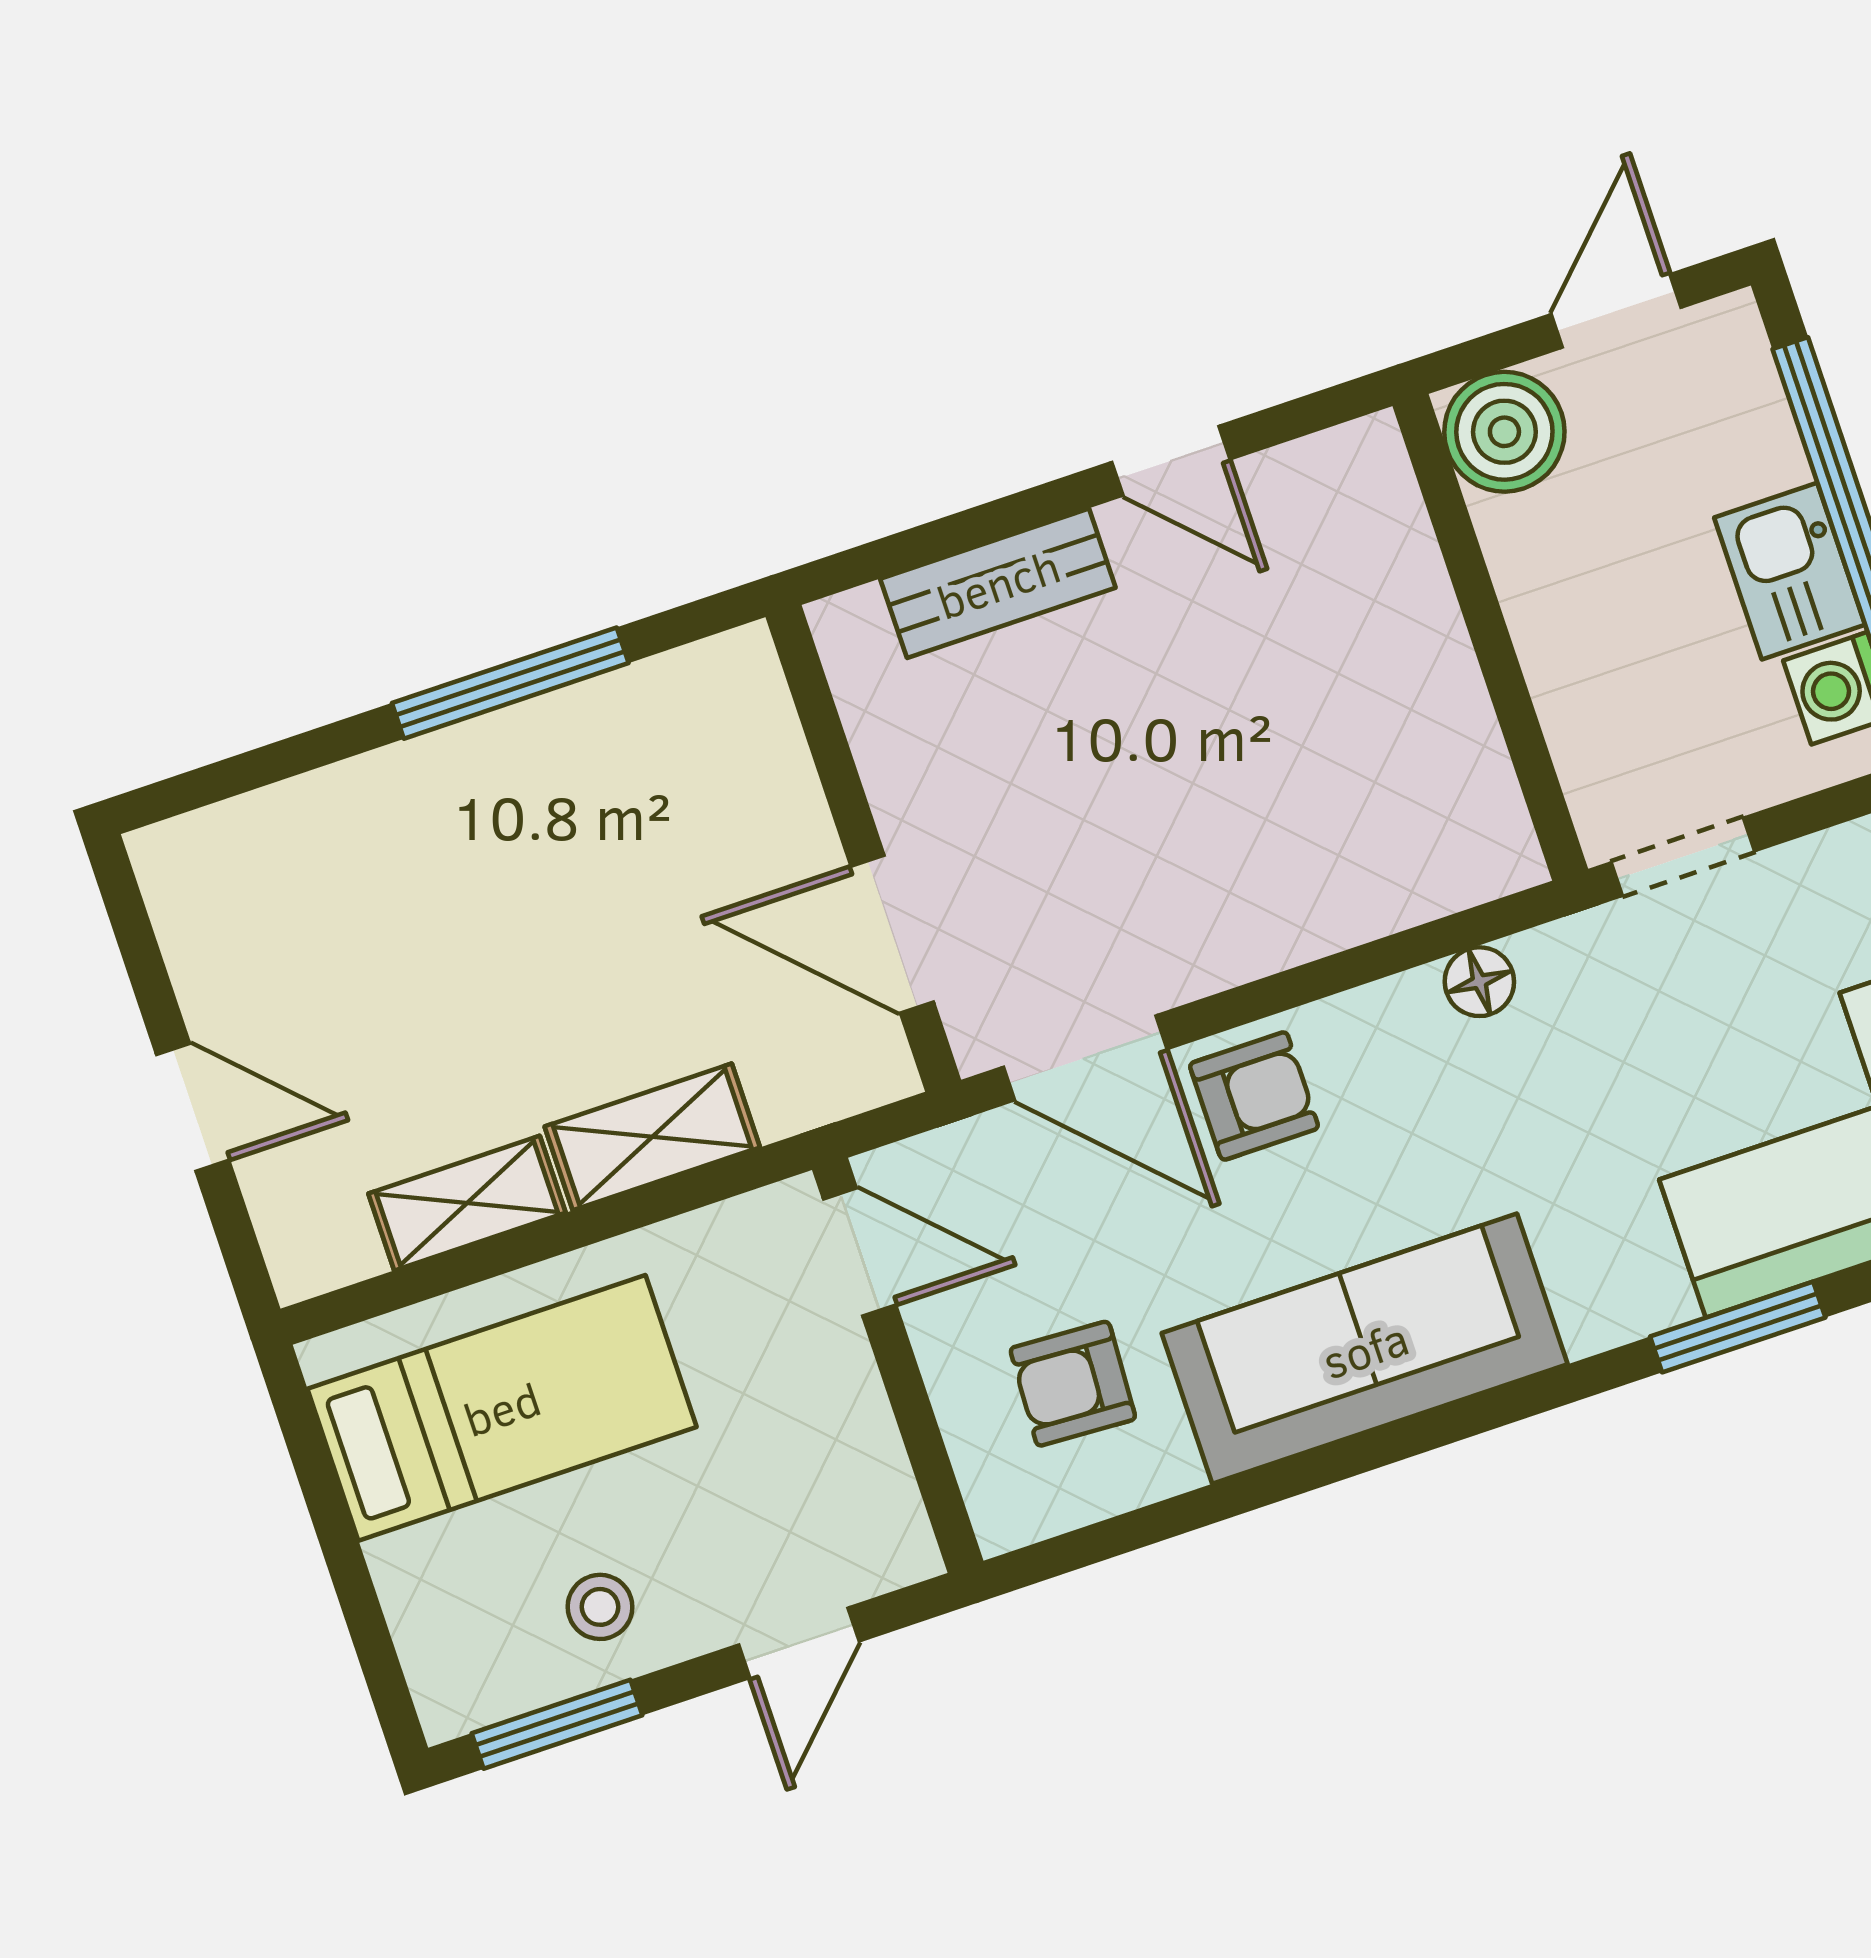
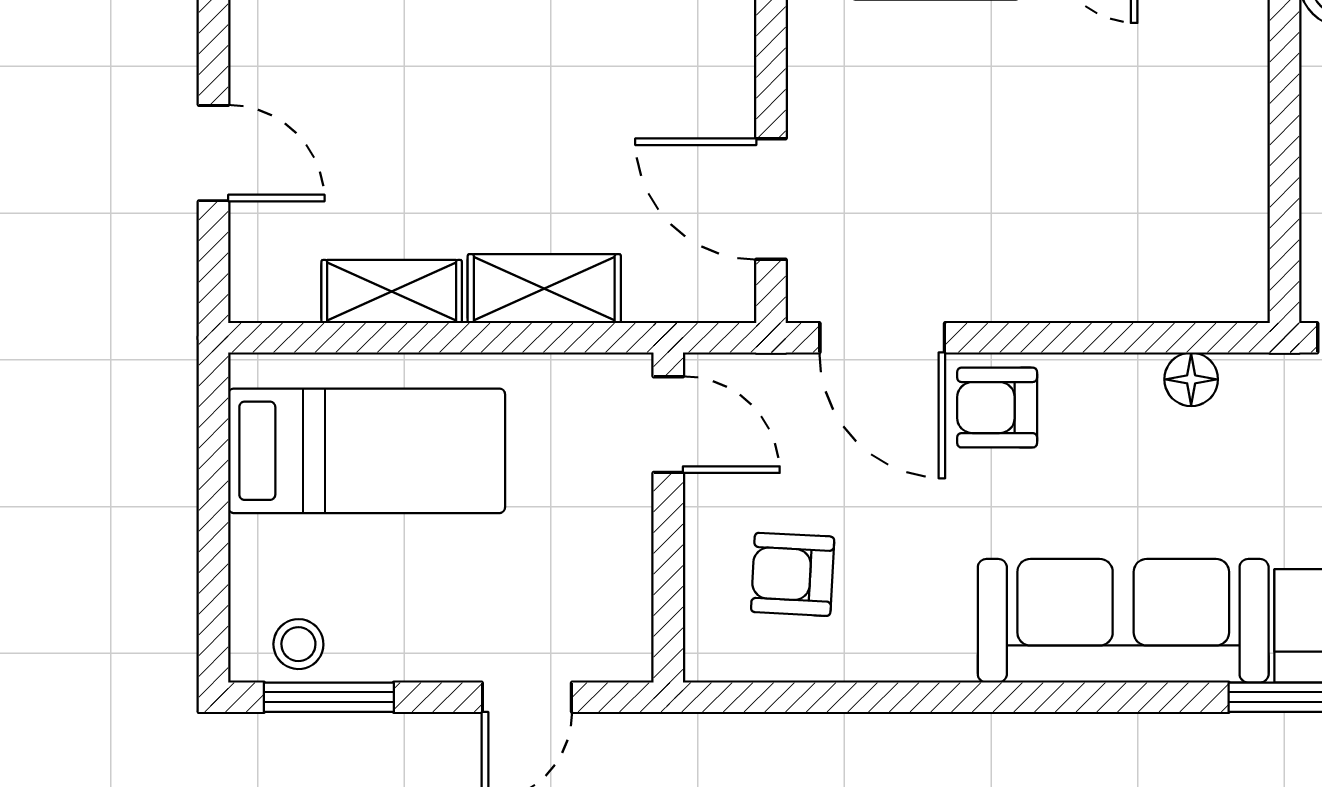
armchair: (1254, 1096) -> (997, 408), turned 180
sofa: (1365, 1349) -> (1123, 621), moved
stool: (600, 1607) -> (298, 644), moved

